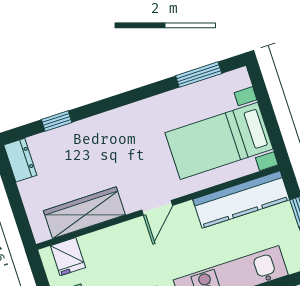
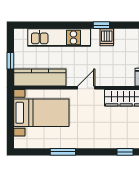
window: (199, 75) -> (63, 152), moved

